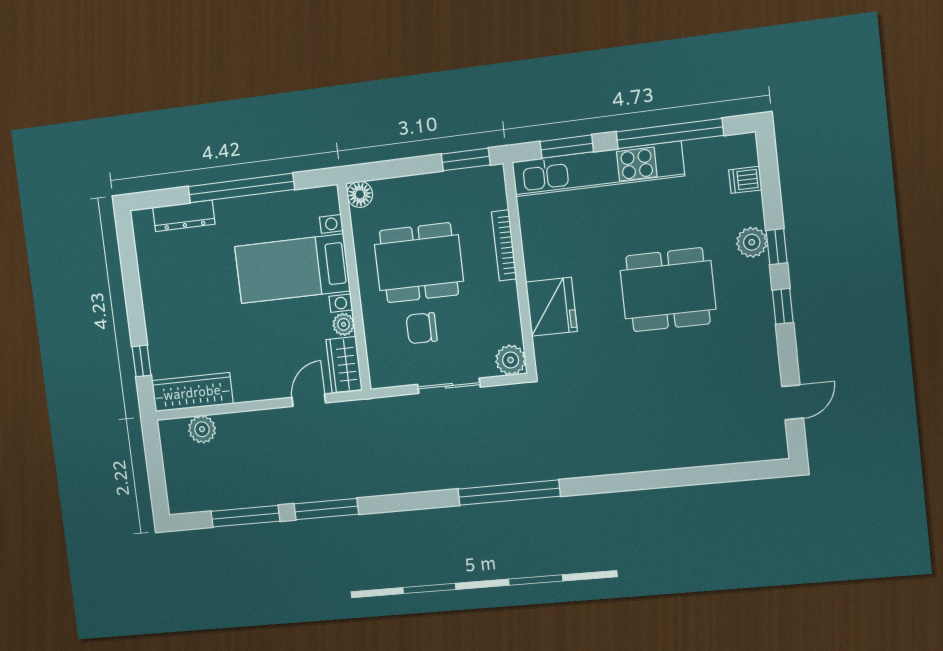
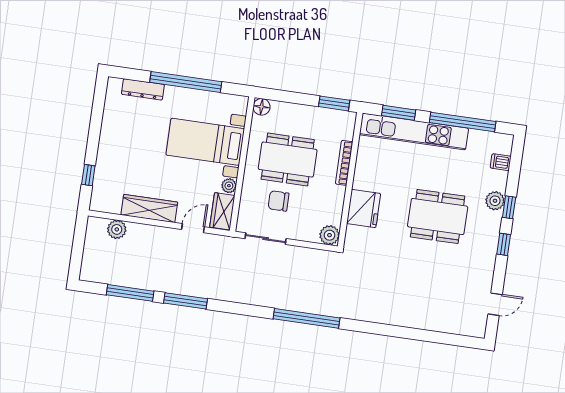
sliding door: (449, 386) -> (266, 239), moved
wardrobe: (192, 392) -> (149, 209), moved

